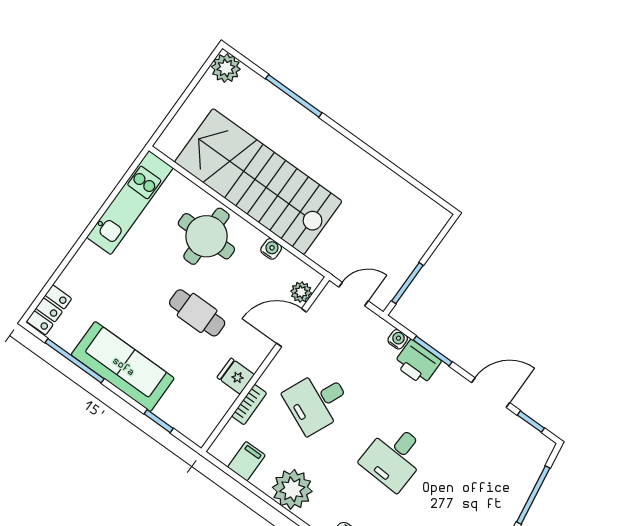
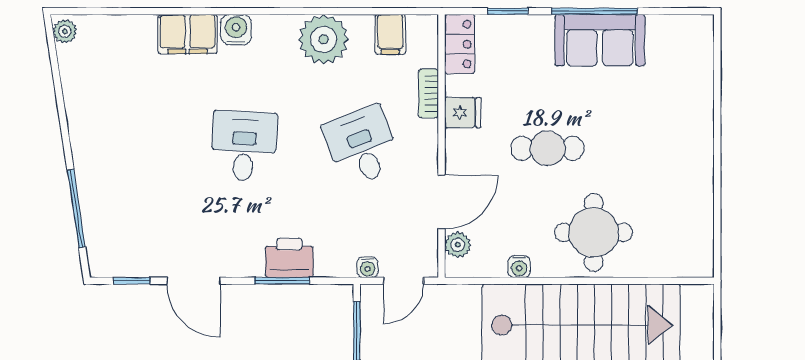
kitchen unit: (130, 203) -> (695, 211), removed
locker: (49, 310) -> (460, 44), moved, turned 180
water cooler: (398, 339) -> (368, 267), moved
window: (75, 361) -> (595, 11), moved
sofa: (123, 367) -> (600, 40), width x0.73
door: (491, 393) -> (194, 281), hinge flipped
desk: (317, 402) -> (362, 146), turned -45

